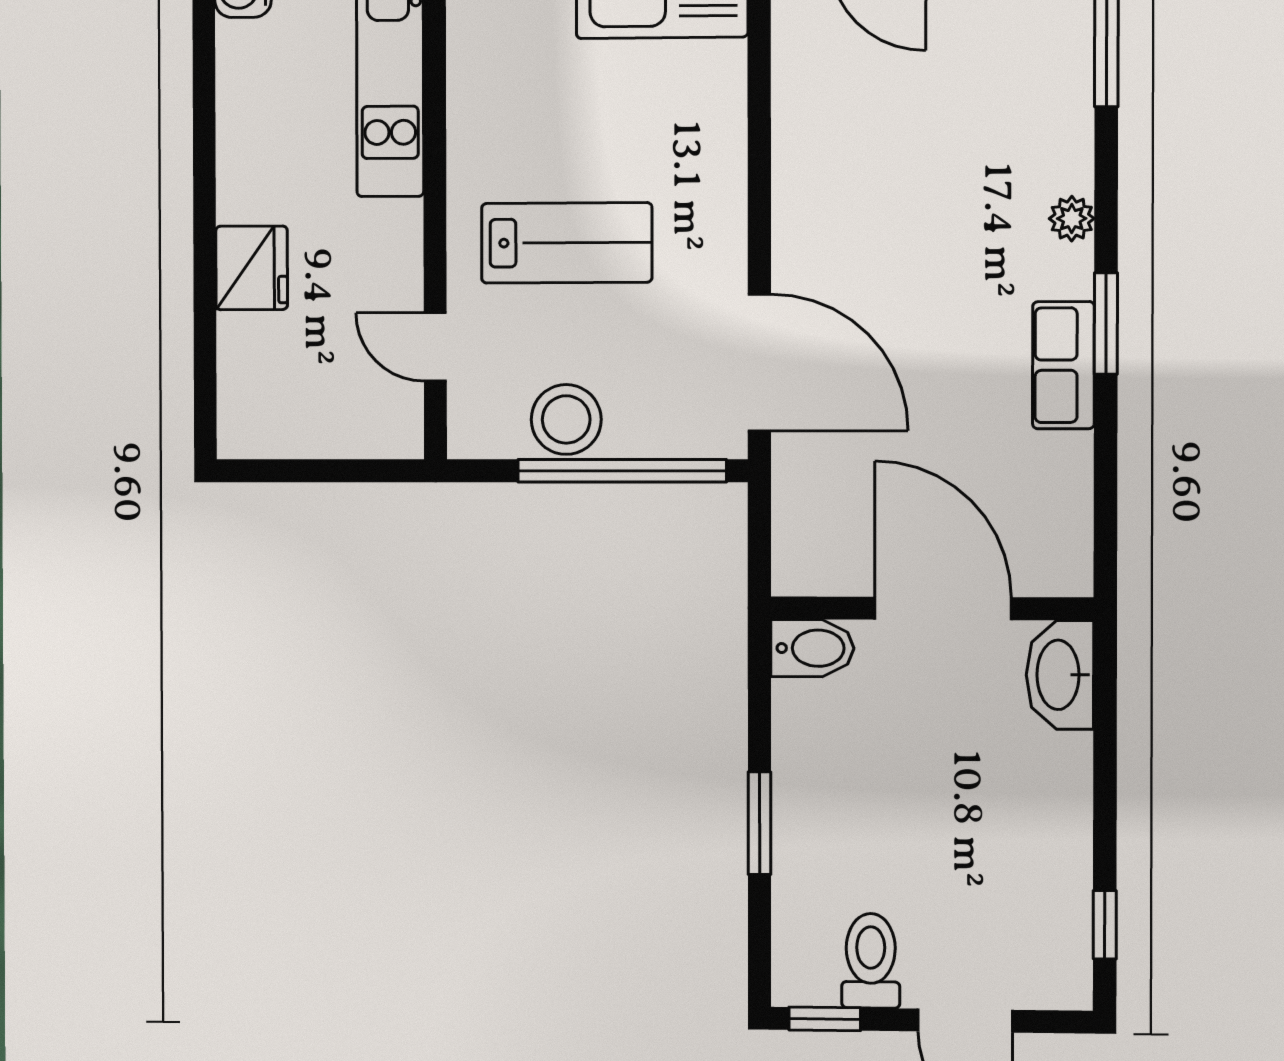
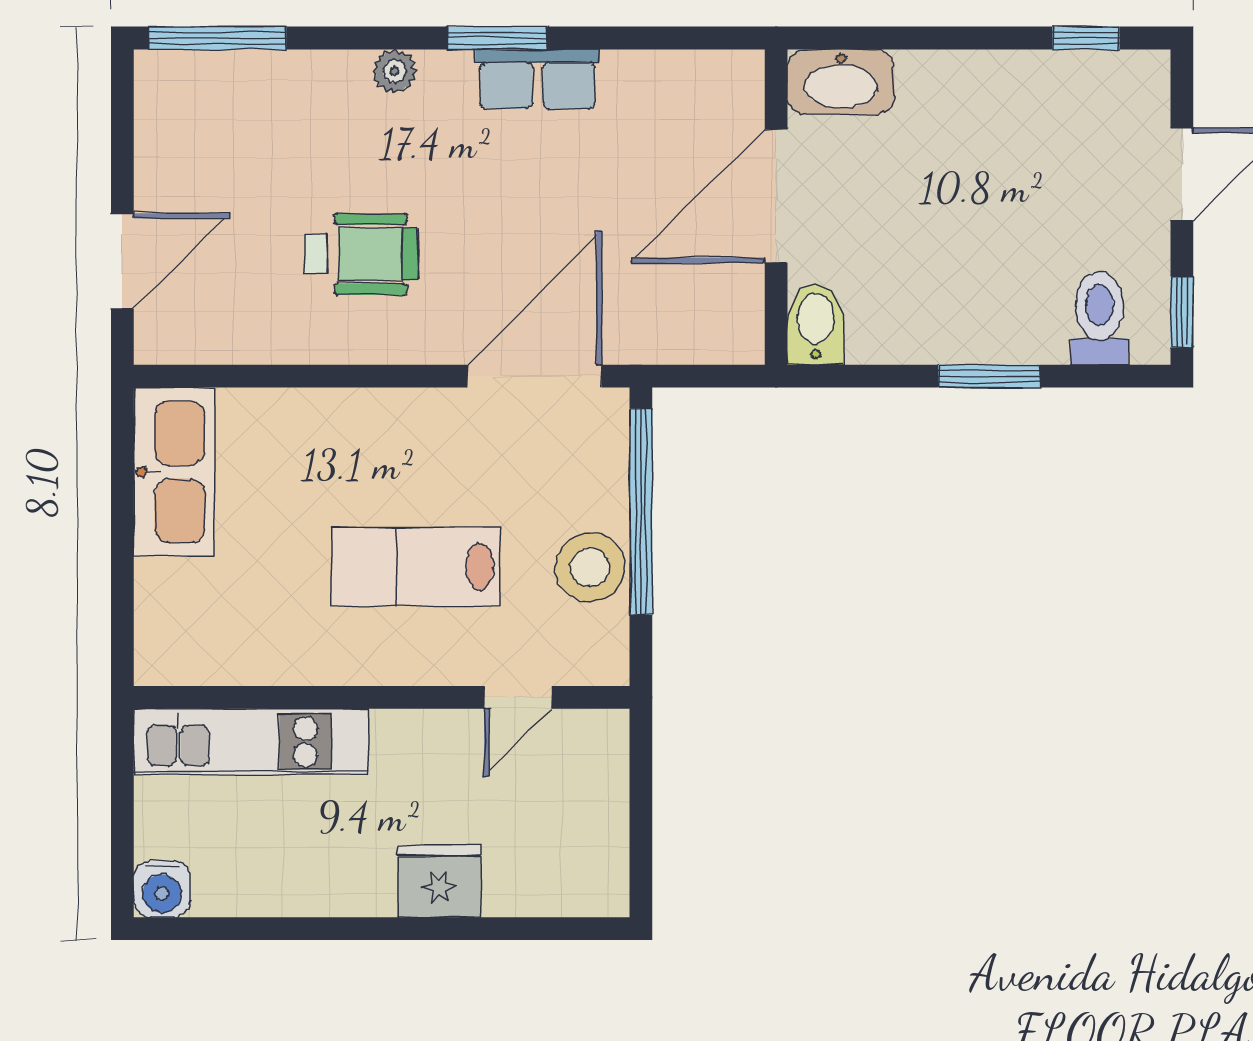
wheelchair: (884, 186) -> (362, 254), added
lab bench: (567, 243) -> (416, 566), turned -90
toilet: (871, 961) -> (1099, 318), moved, turned 90

